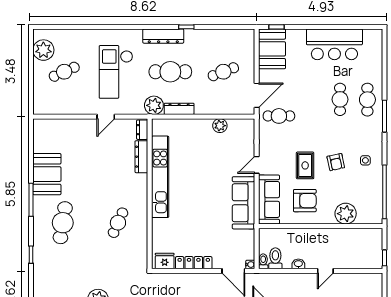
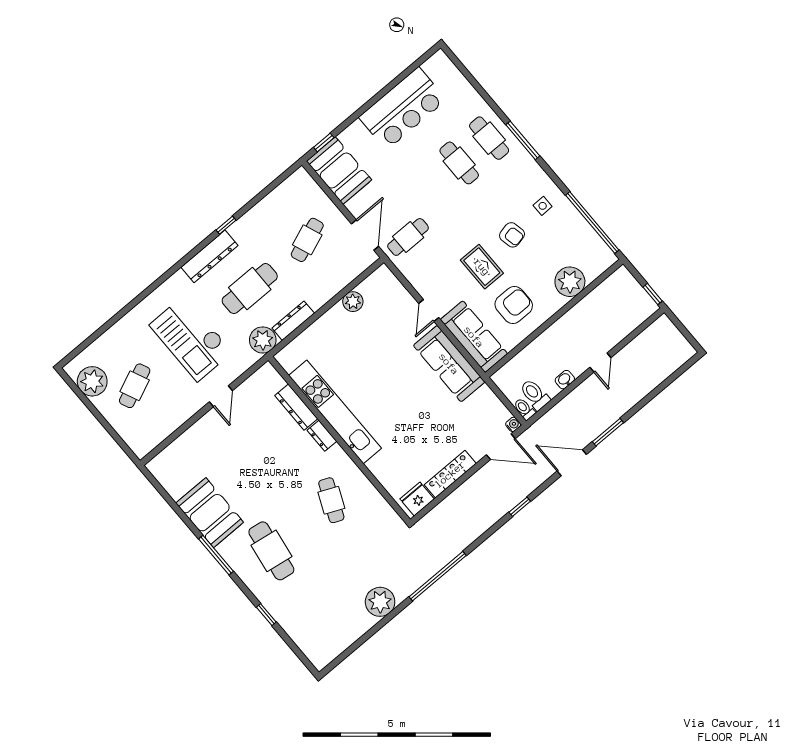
dresser: (142, 130) -> (322, 436), moved

